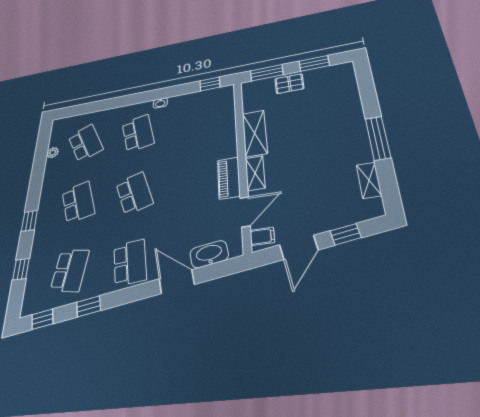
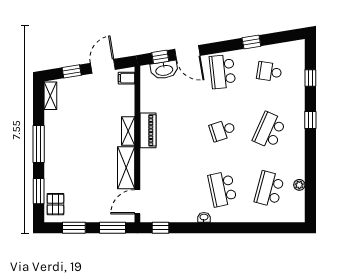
pallet: (289, 84) -> (55, 204), moved, turned 90
window: (367, 89) -> (39, 191), added
school desk: (86, 143) -> (269, 189), turned 39
shelving: (369, 180) -> (50, 96), moved
school desk: (134, 193) -> (222, 130), width x0.54
school desk: (78, 202) -> (269, 130), turned 39
door: (245, 212) -> (137, 202), moved
school desk: (70, 270) -> (269, 72), width x0.54
window: (42, 319) -> (160, 57), moved

